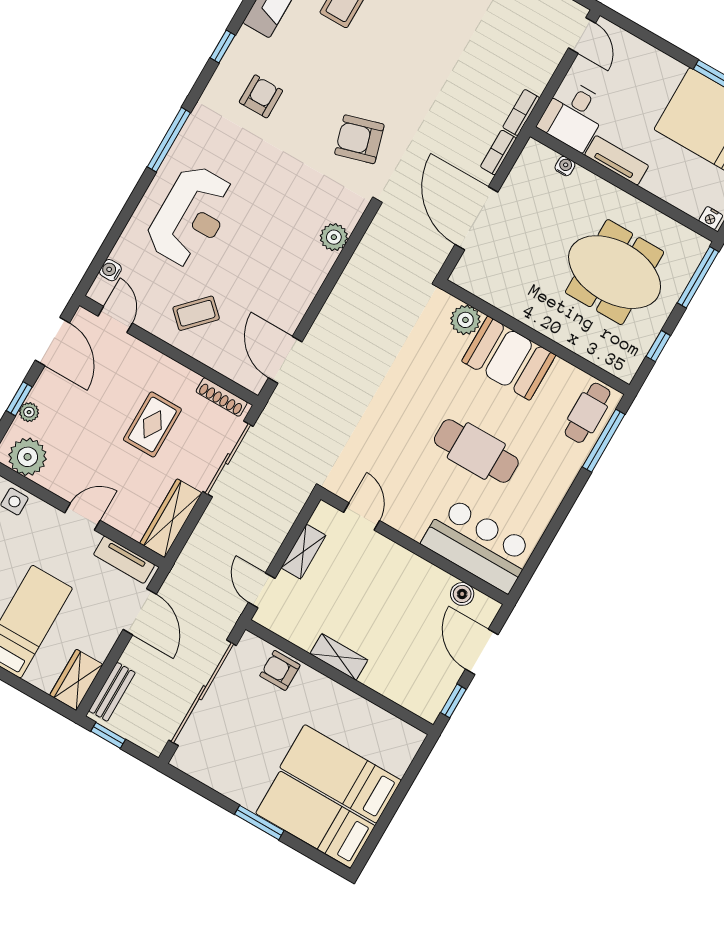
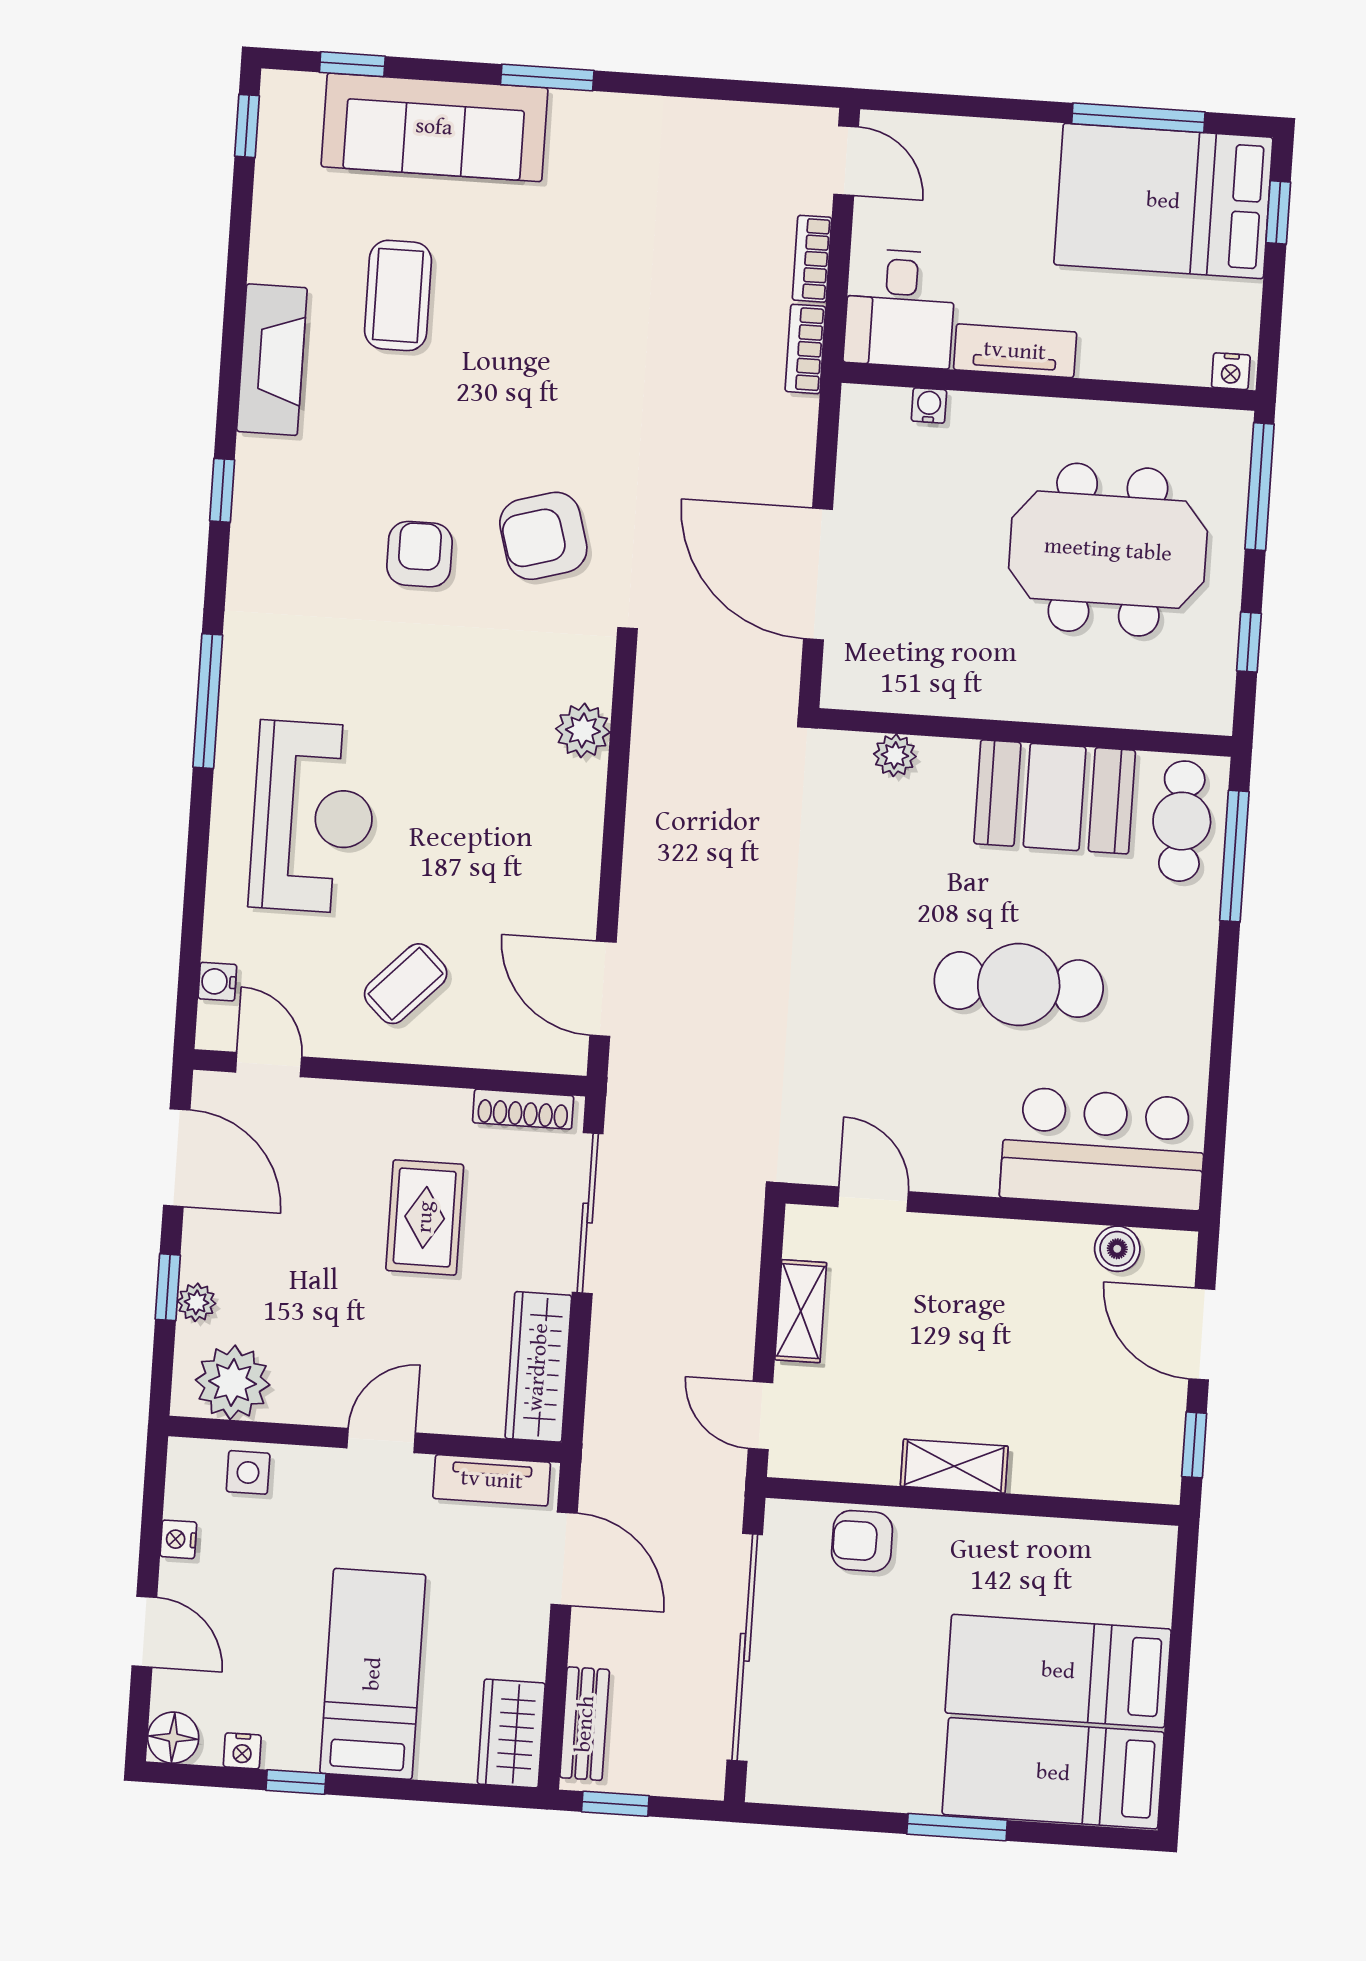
armchair: (261, 96) -> (419, 554), moved
bookcase: (498, 153) -> (812, 259), moved
plant: (465, 320) -> (895, 755), width x0.73, depth x0.73
booth: (509, 358) -> (1055, 797), moved

